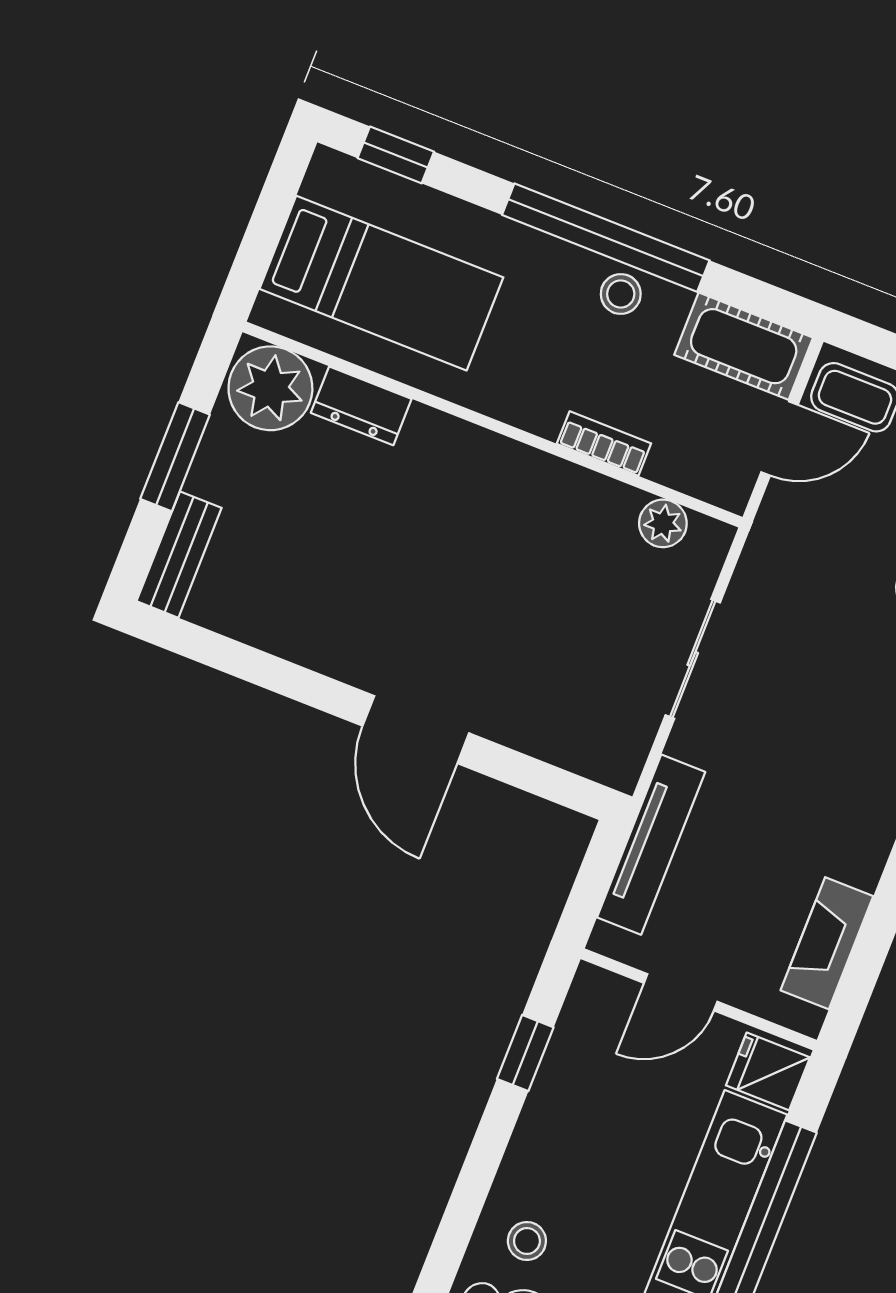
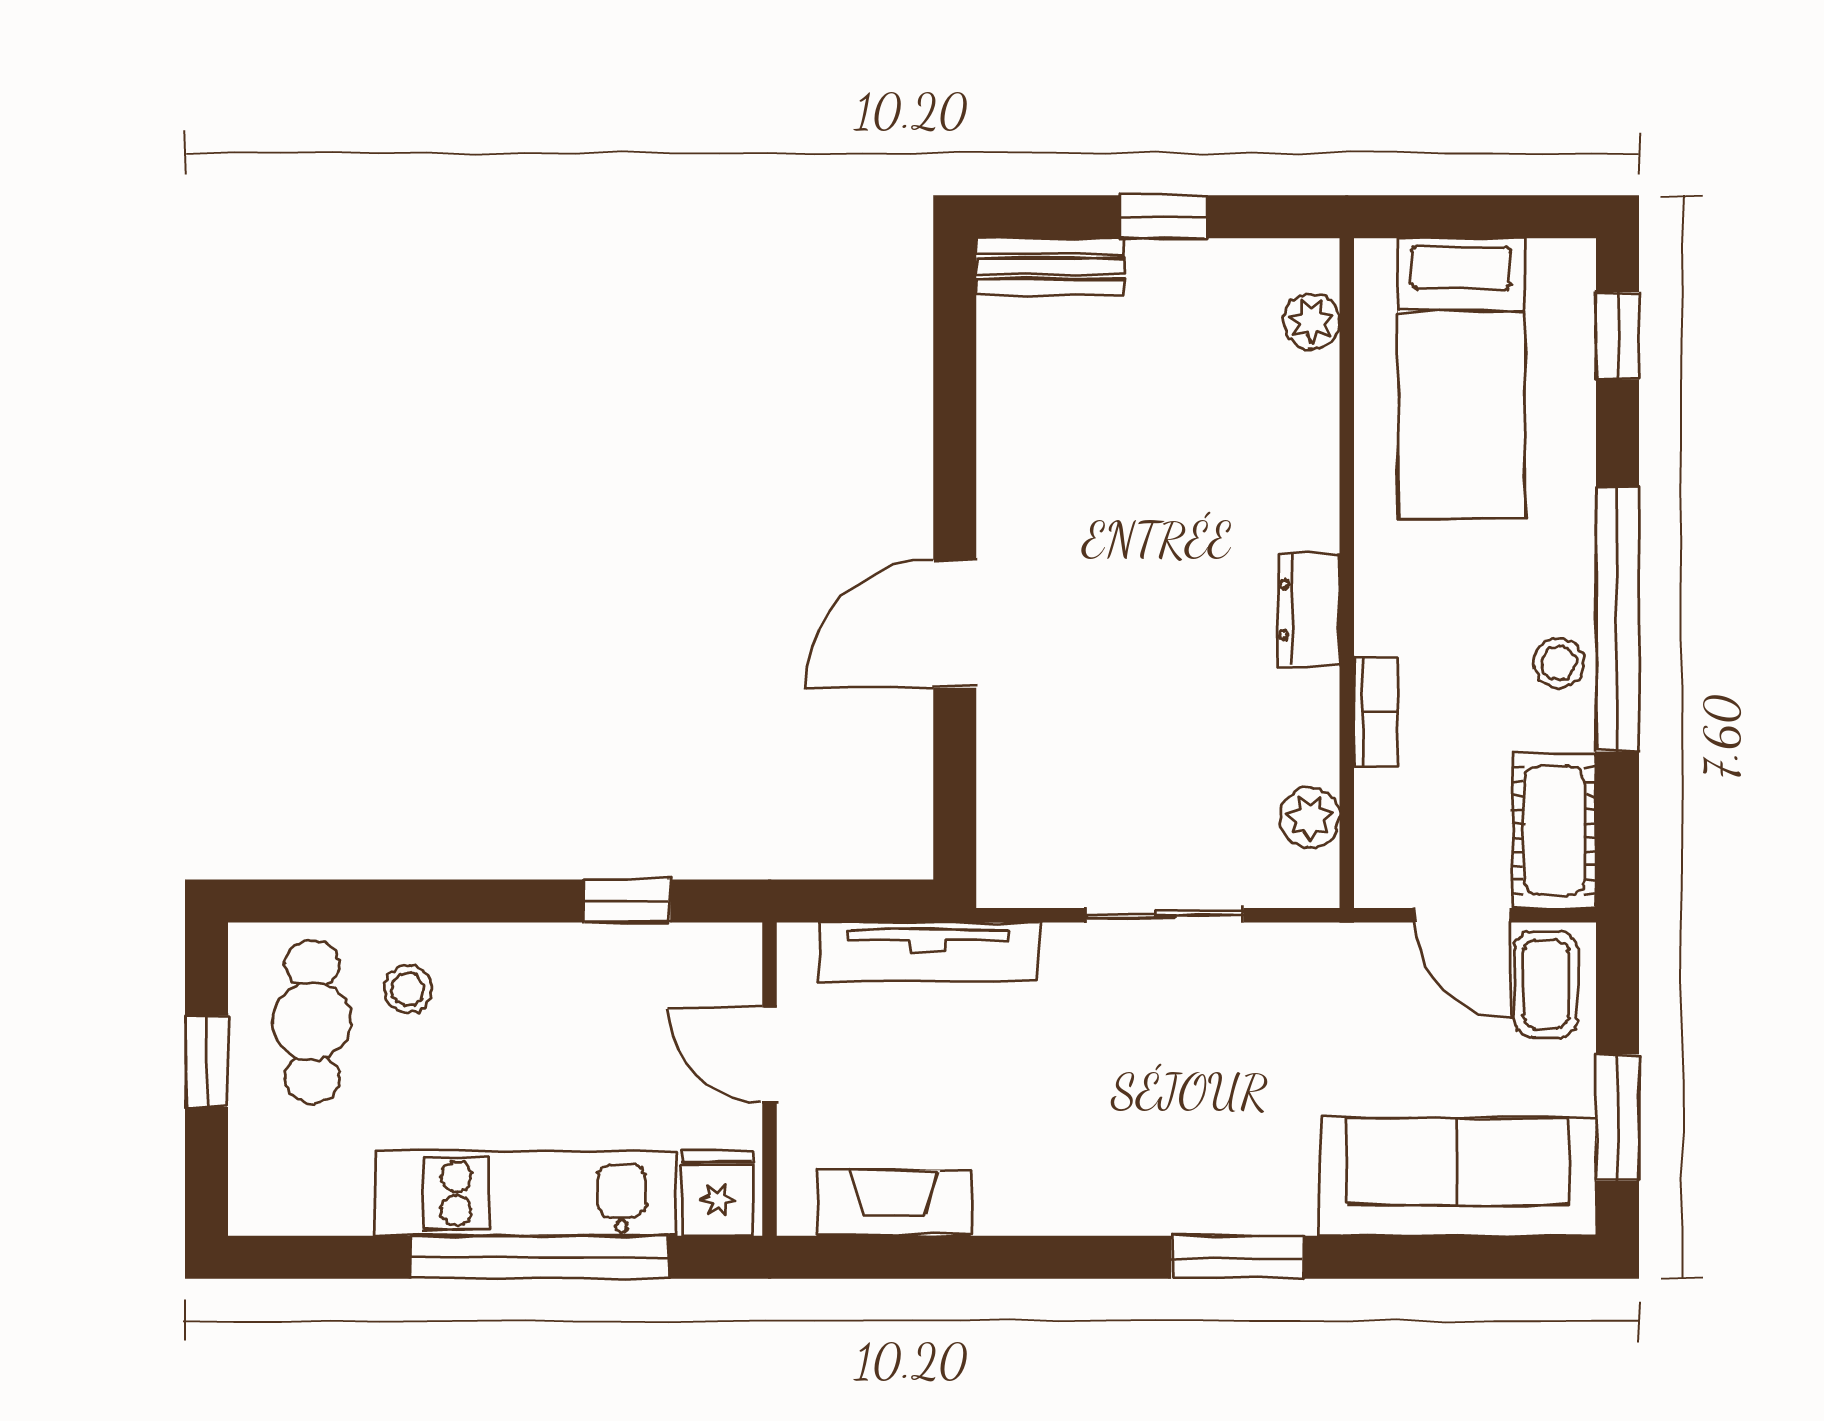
plant: (270, 388) -> (1312, 321), width x0.53, depth x0.53
dresser: (361, 406) -> (1308, 610), moved
window: (175, 457) -> (1163, 217), width x0.67

